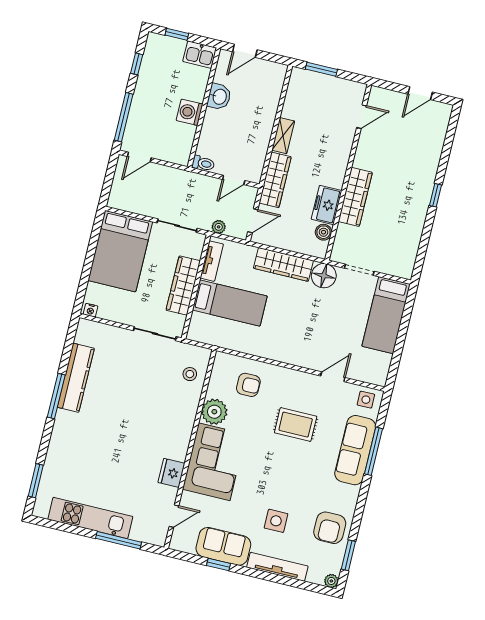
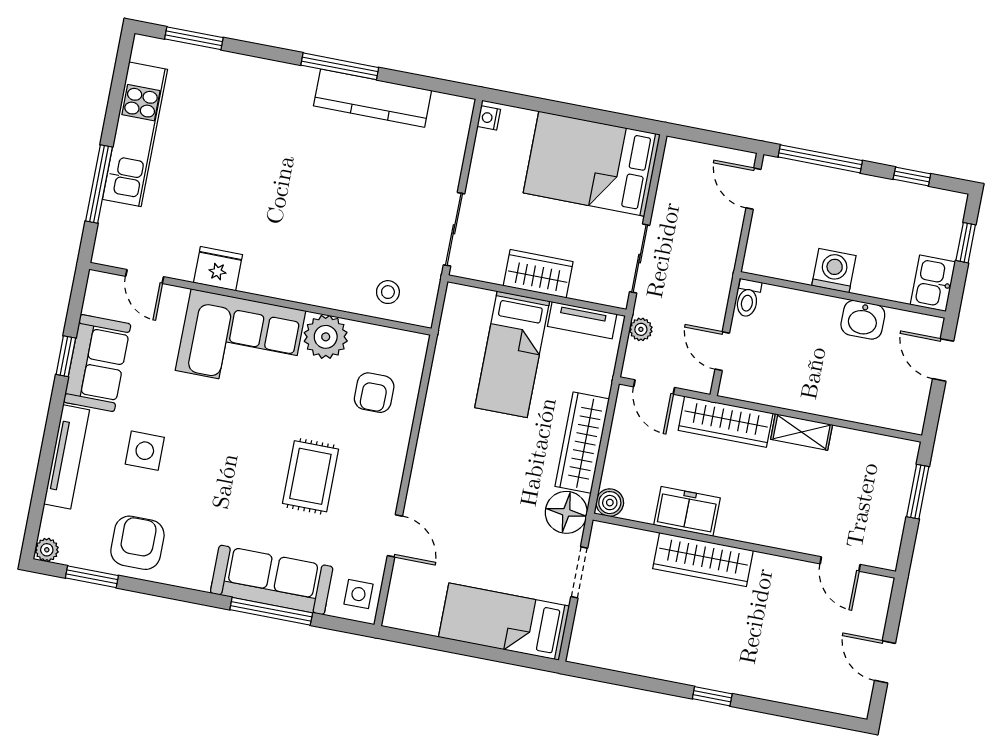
boiler: (324, 232) -> (610, 503), moved
wardrobe: (183, 286) -> (538, 274), width x0.67
armchair: (330, 528) -> (137, 543), turned 90

